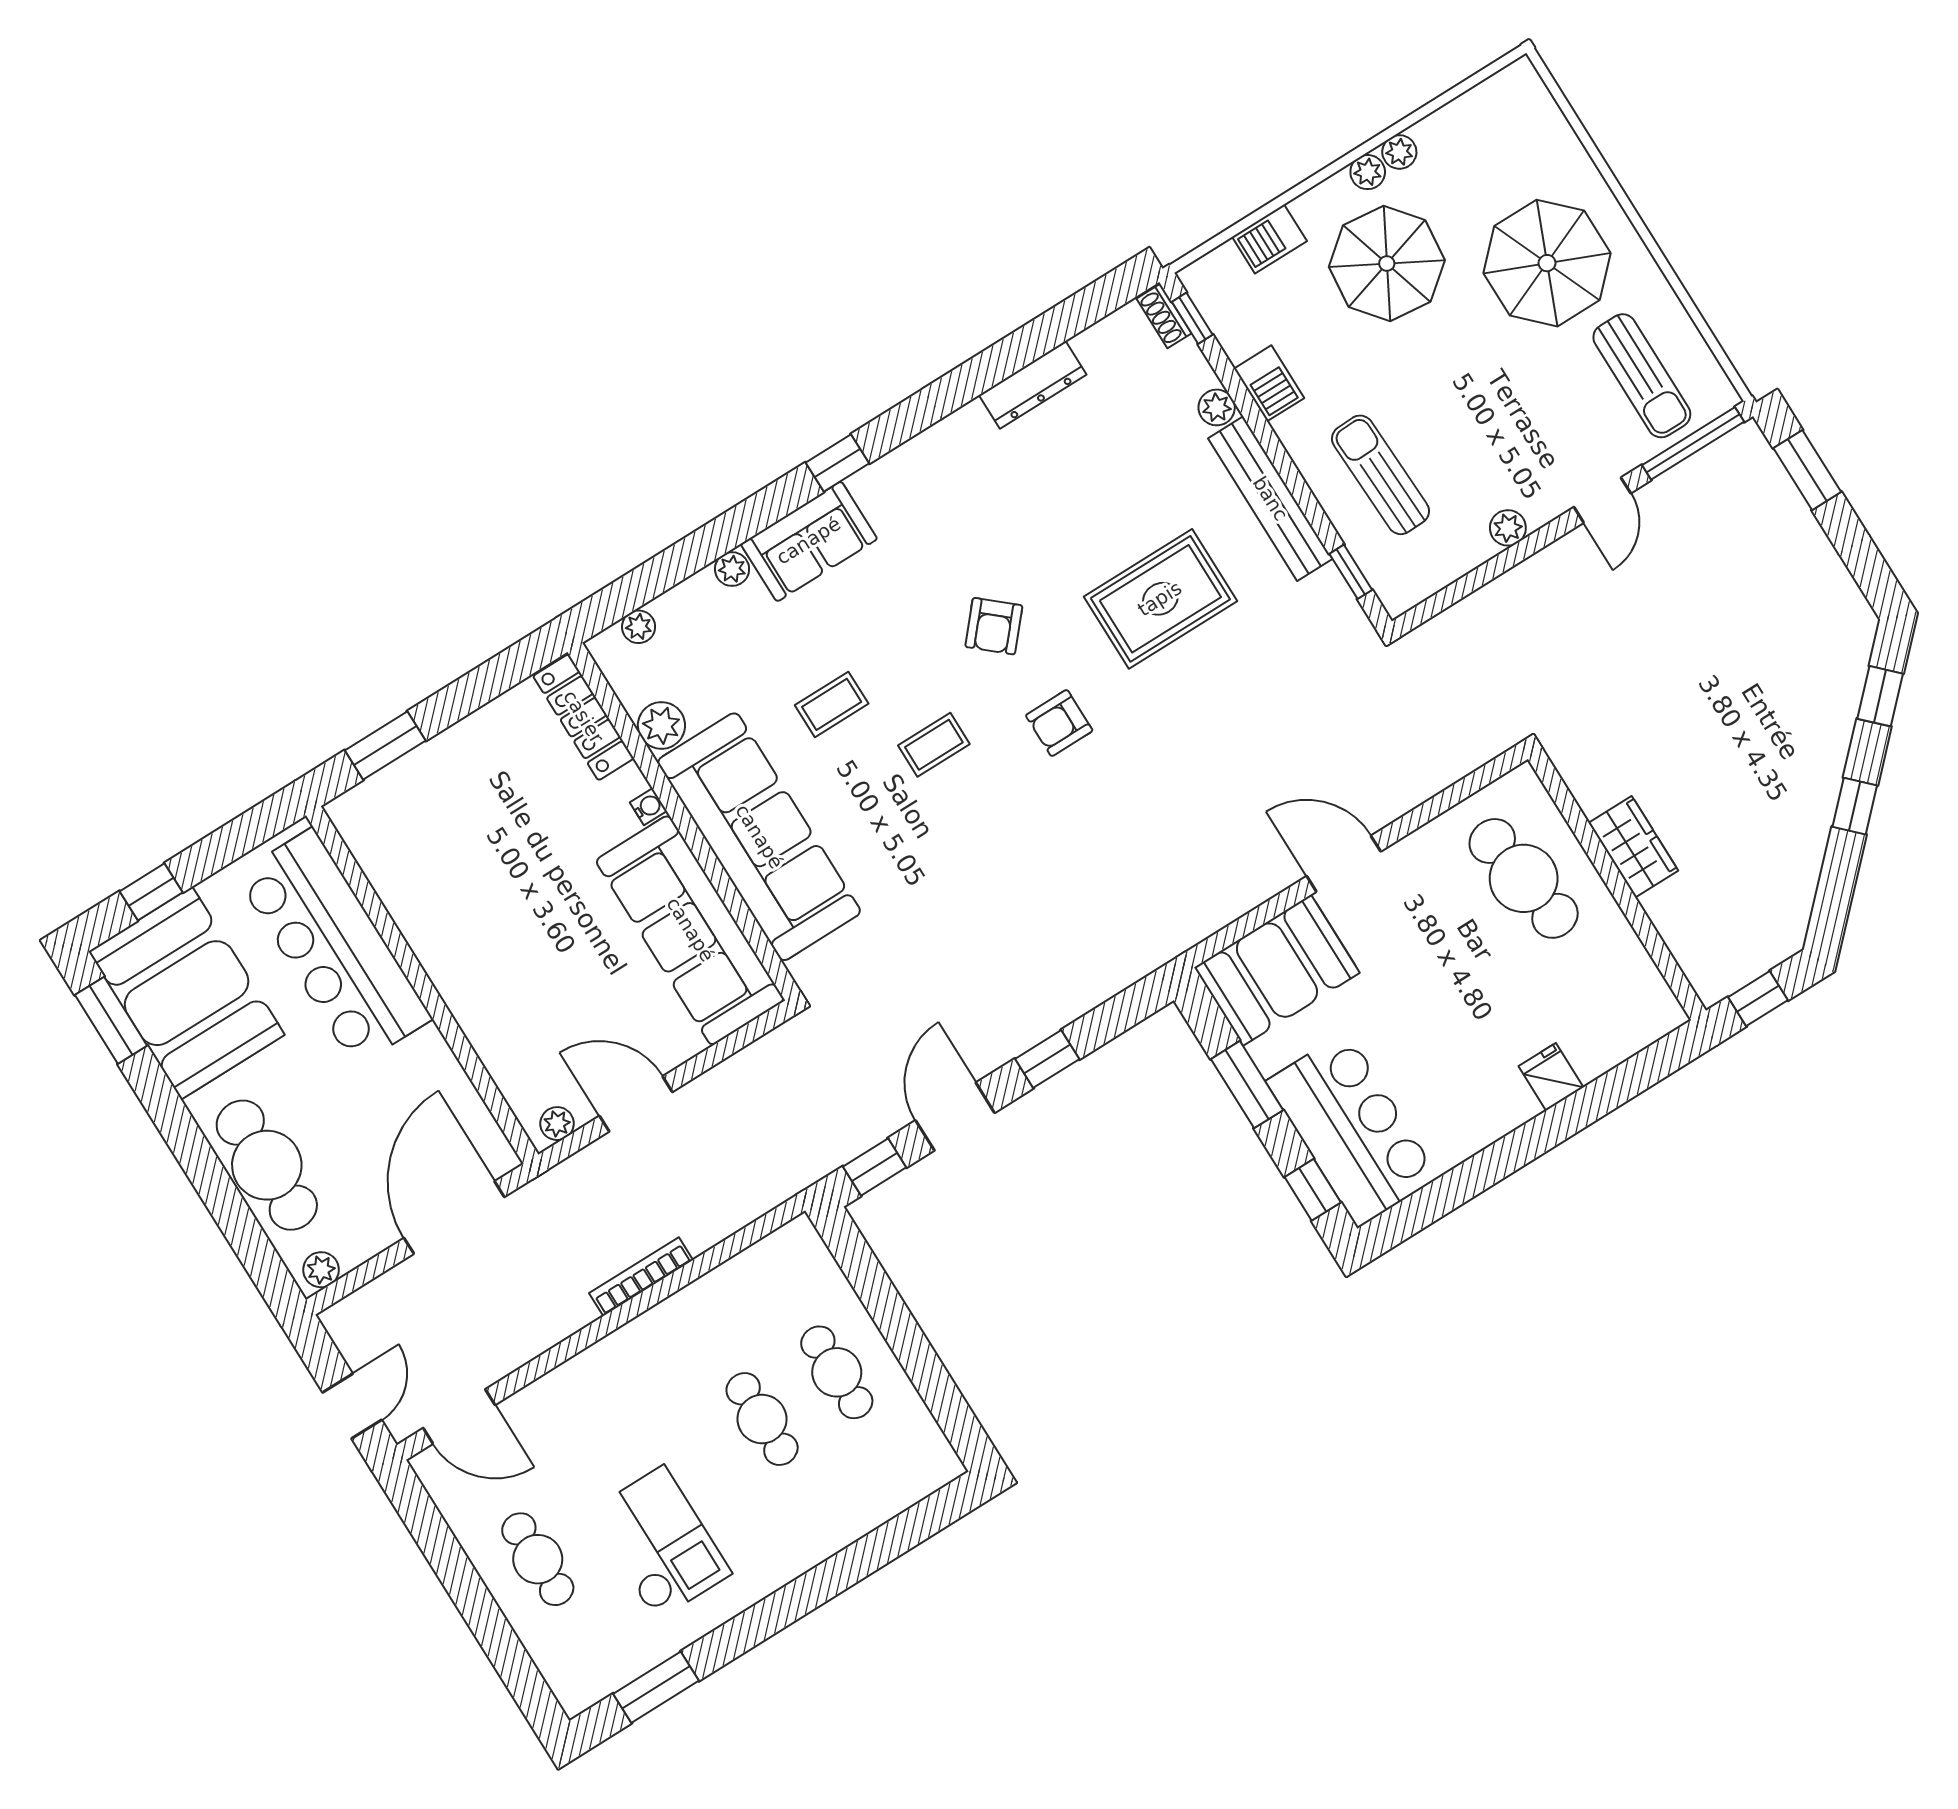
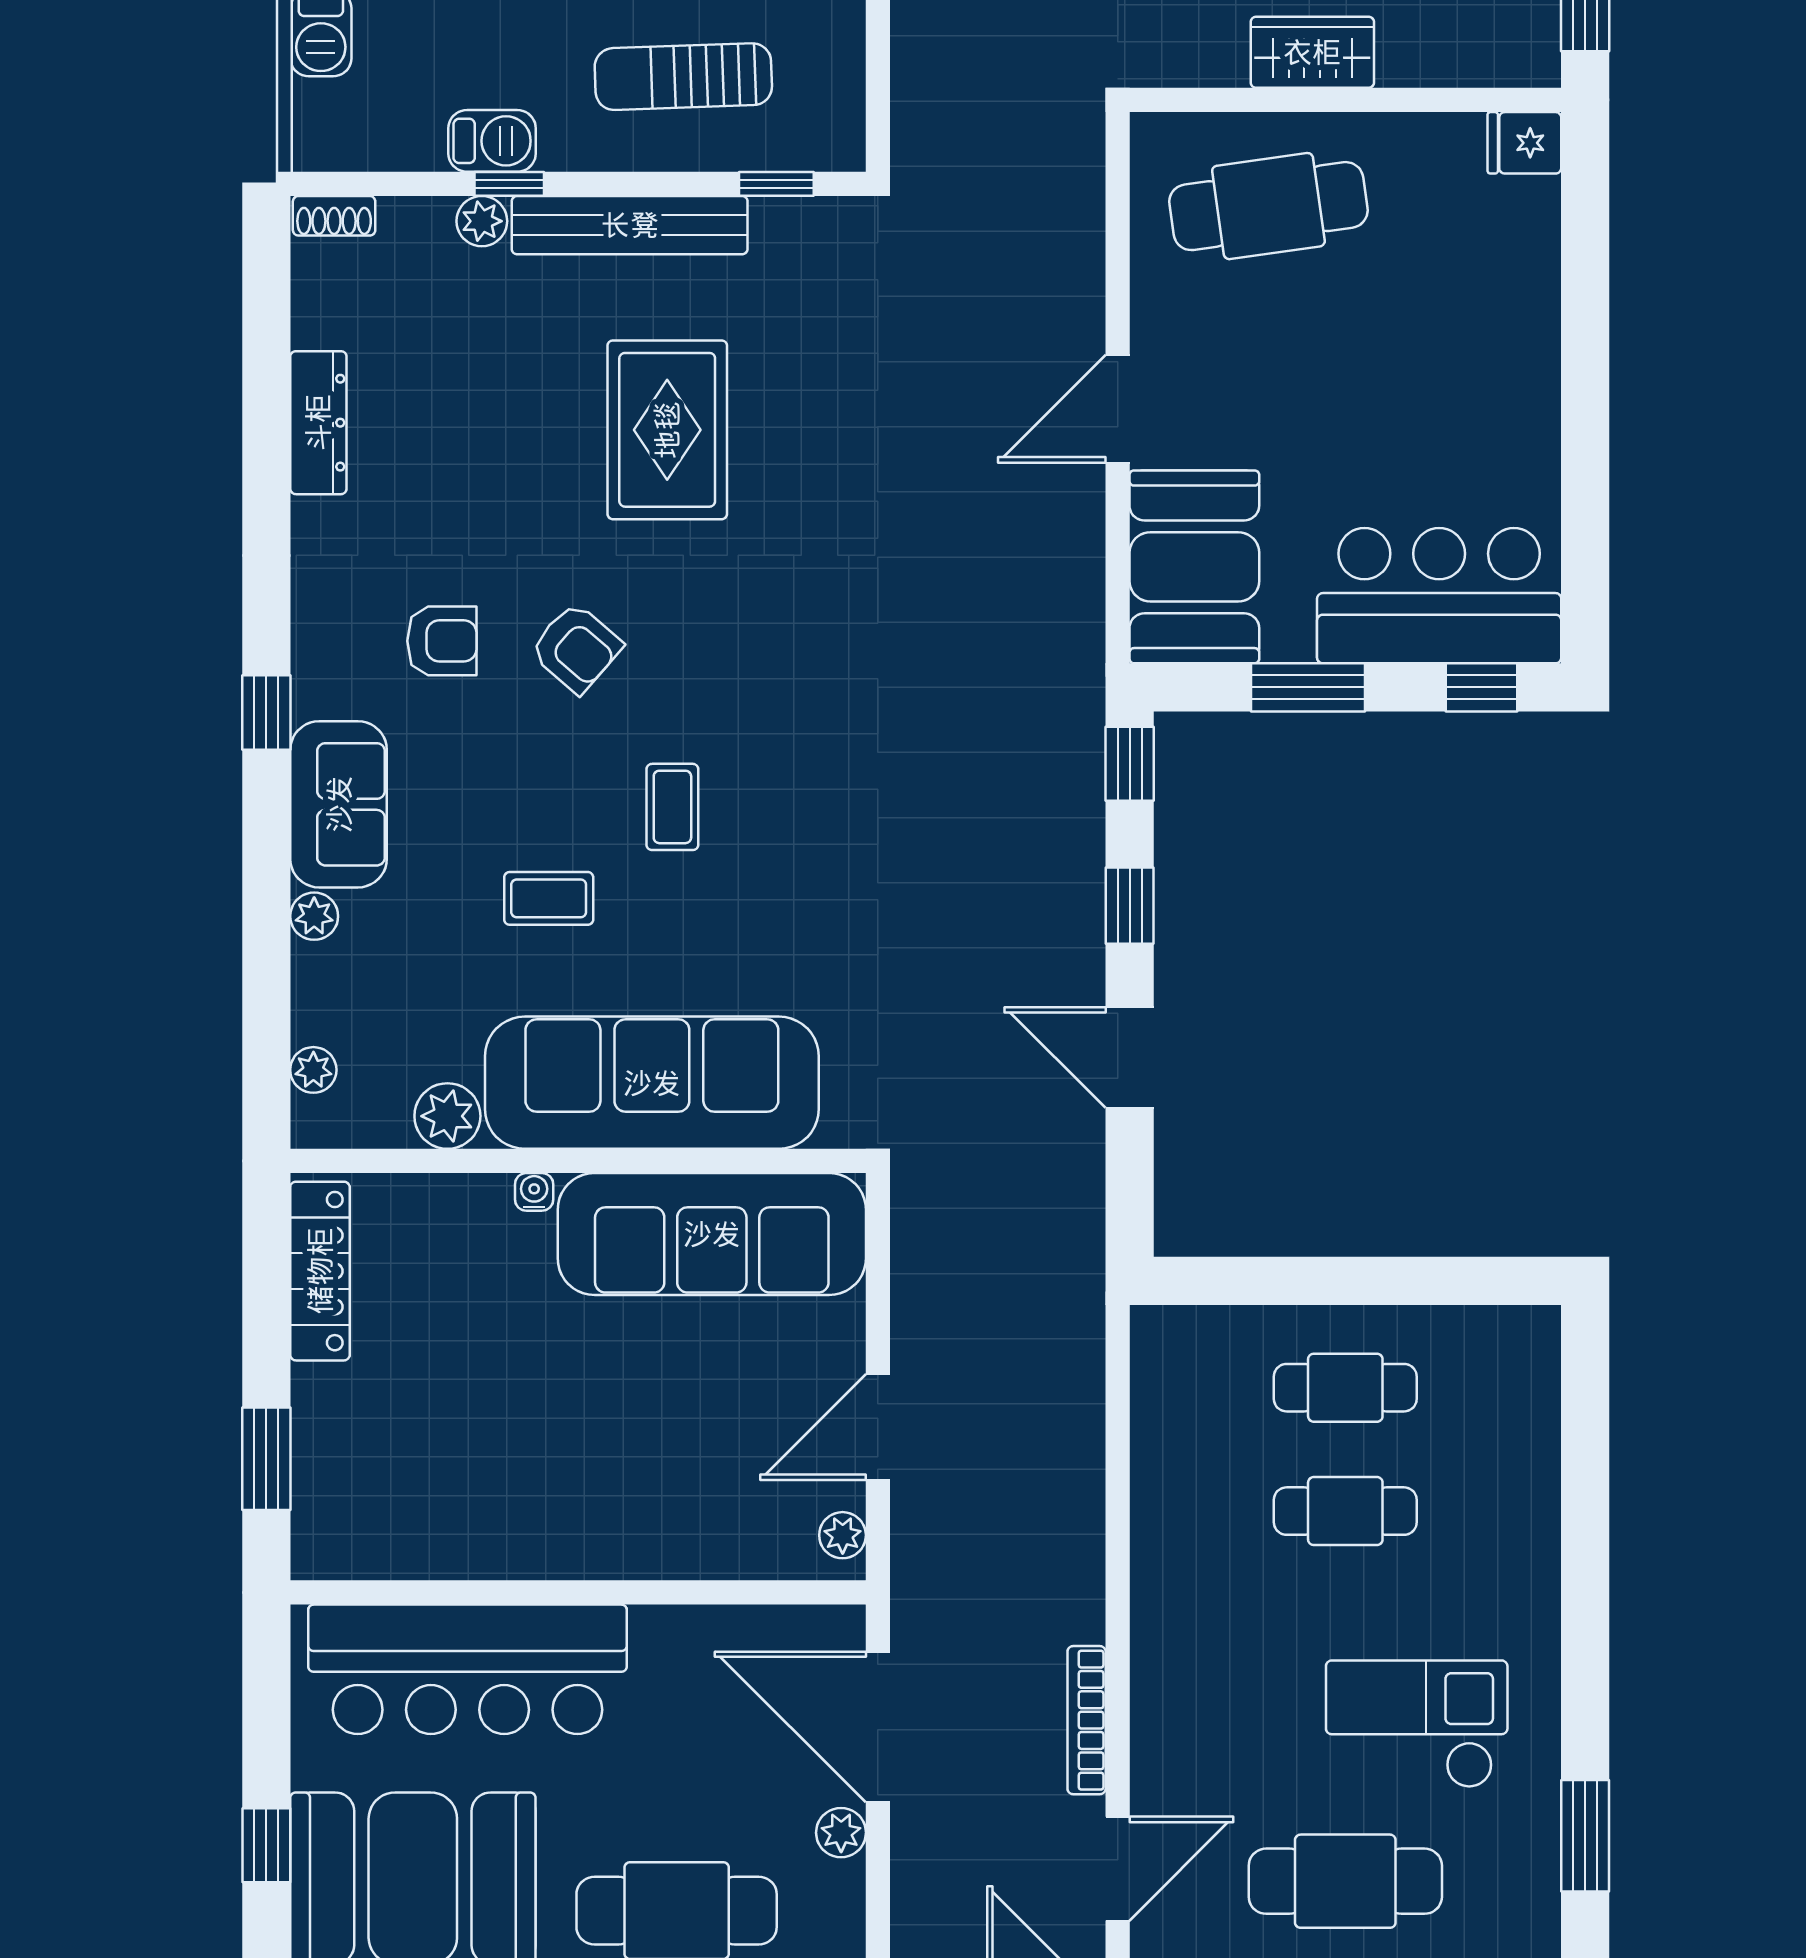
window: (1192, 318) -> (509, 184), moved
coffee table: (832, 704) -> (549, 898), turned 90
locker: (583, 717) -> (320, 1271), moved, turned -90
armchair: (1059, 723) -> (442, 641), moved, turned -90
fridge: (1551, 1077) -> (1524, 143), moved
window: (875, 1167) -> (1130, 764), moved
plant: (321, 1270) -> (841, 1833), moved
bookcase: (641, 1277) -> (1087, 1720), moved
cafe table: (538, 1559) -> (1345, 1881), width x1.37, depth x1.35

